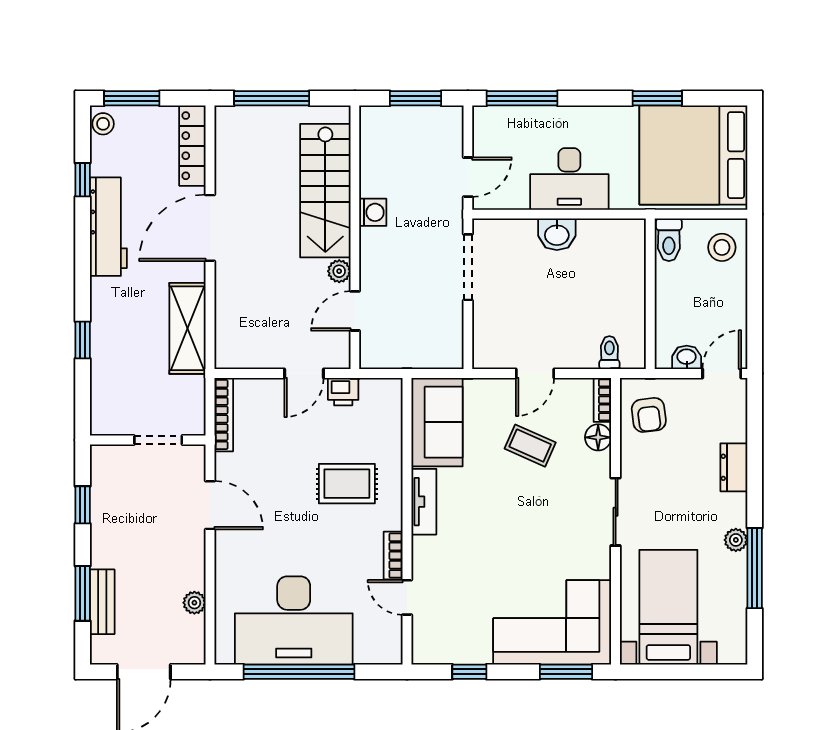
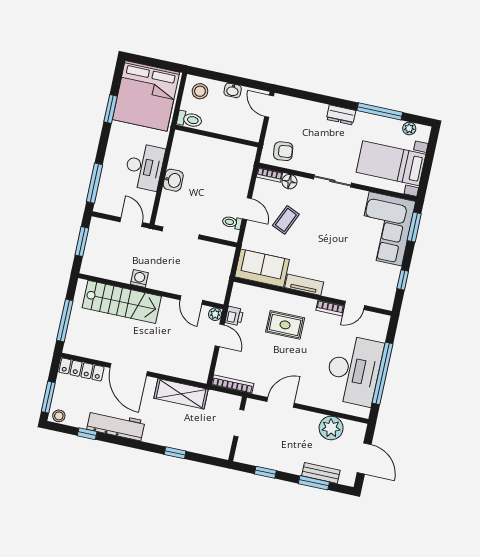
plant: (339, 271) -> (215, 314), moved
toilet: (609, 353) -> (232, 222), moved
washbasin: (687, 357) -> (233, 90), moved, turned -90
dresser: (734, 467) -> (341, 115), moved
rug: (347, 484) -> (285, 325), turned 90
plant: (736, 540) -> (409, 128), moved
plant: (194, 603) -> (331, 428), width x1.88, depth x1.88

